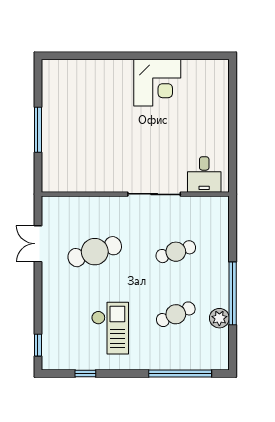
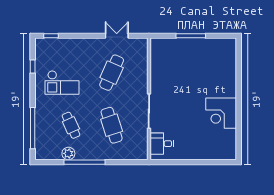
cafe table: (95, 252) -> (112, 73), turned 42
cafe table: (176, 252) -> (112, 125), width x1.37, depth x1.35

